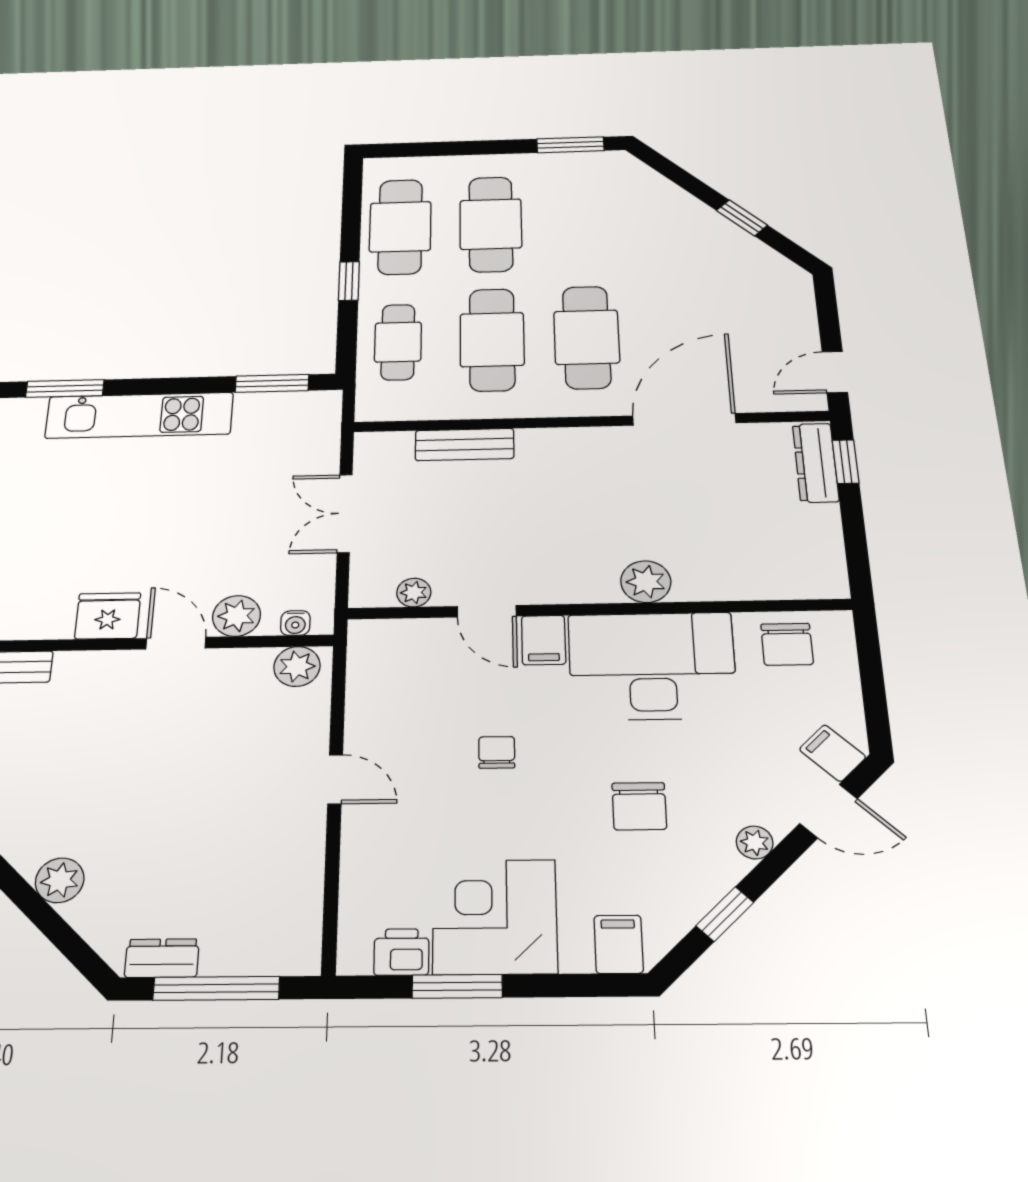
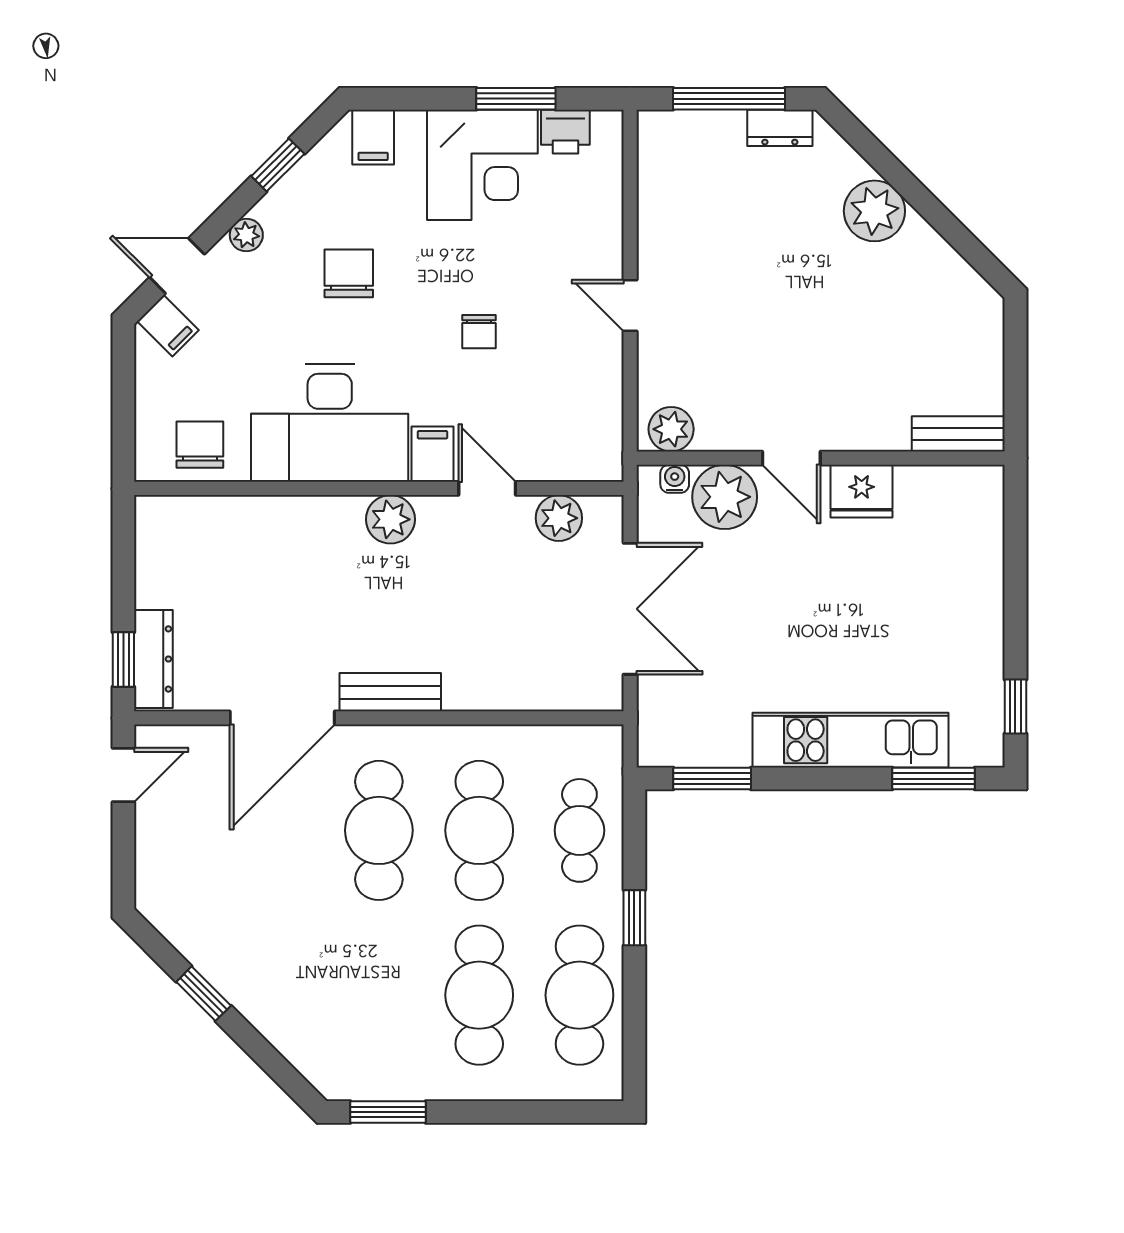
bench: (465, 445) -> (390, 692), moved
double door: (345, 513) -> (630, 609), width x1.37
plant: (646, 582) -> (390, 519), moved
plant: (414, 593) -> (559, 518), width x1.38, depth x1.38
plant: (237, 616) -> (725, 497), width x1.36, depth x1.36
plant: (60, 880) -> (874, 211), width x1.36, depth x1.36

